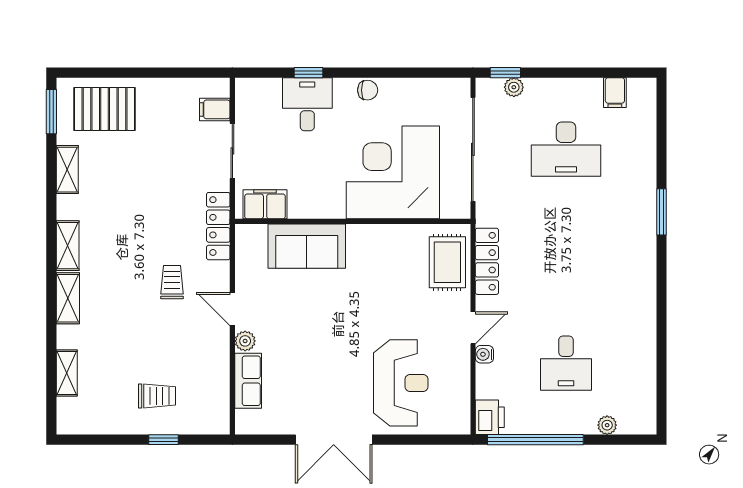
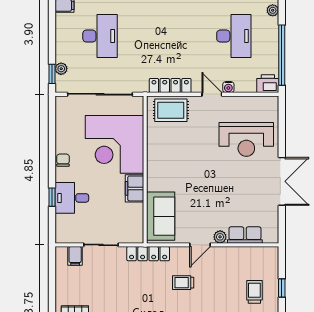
filing cabinet: (265, 204) -> (134, 188), moved
sofa: (307, 246) -> (161, 216), moved
desk: (566, 363) -> (234, 36), width x1.37
reception desk: (401, 383) -> (246, 139), turned 180

